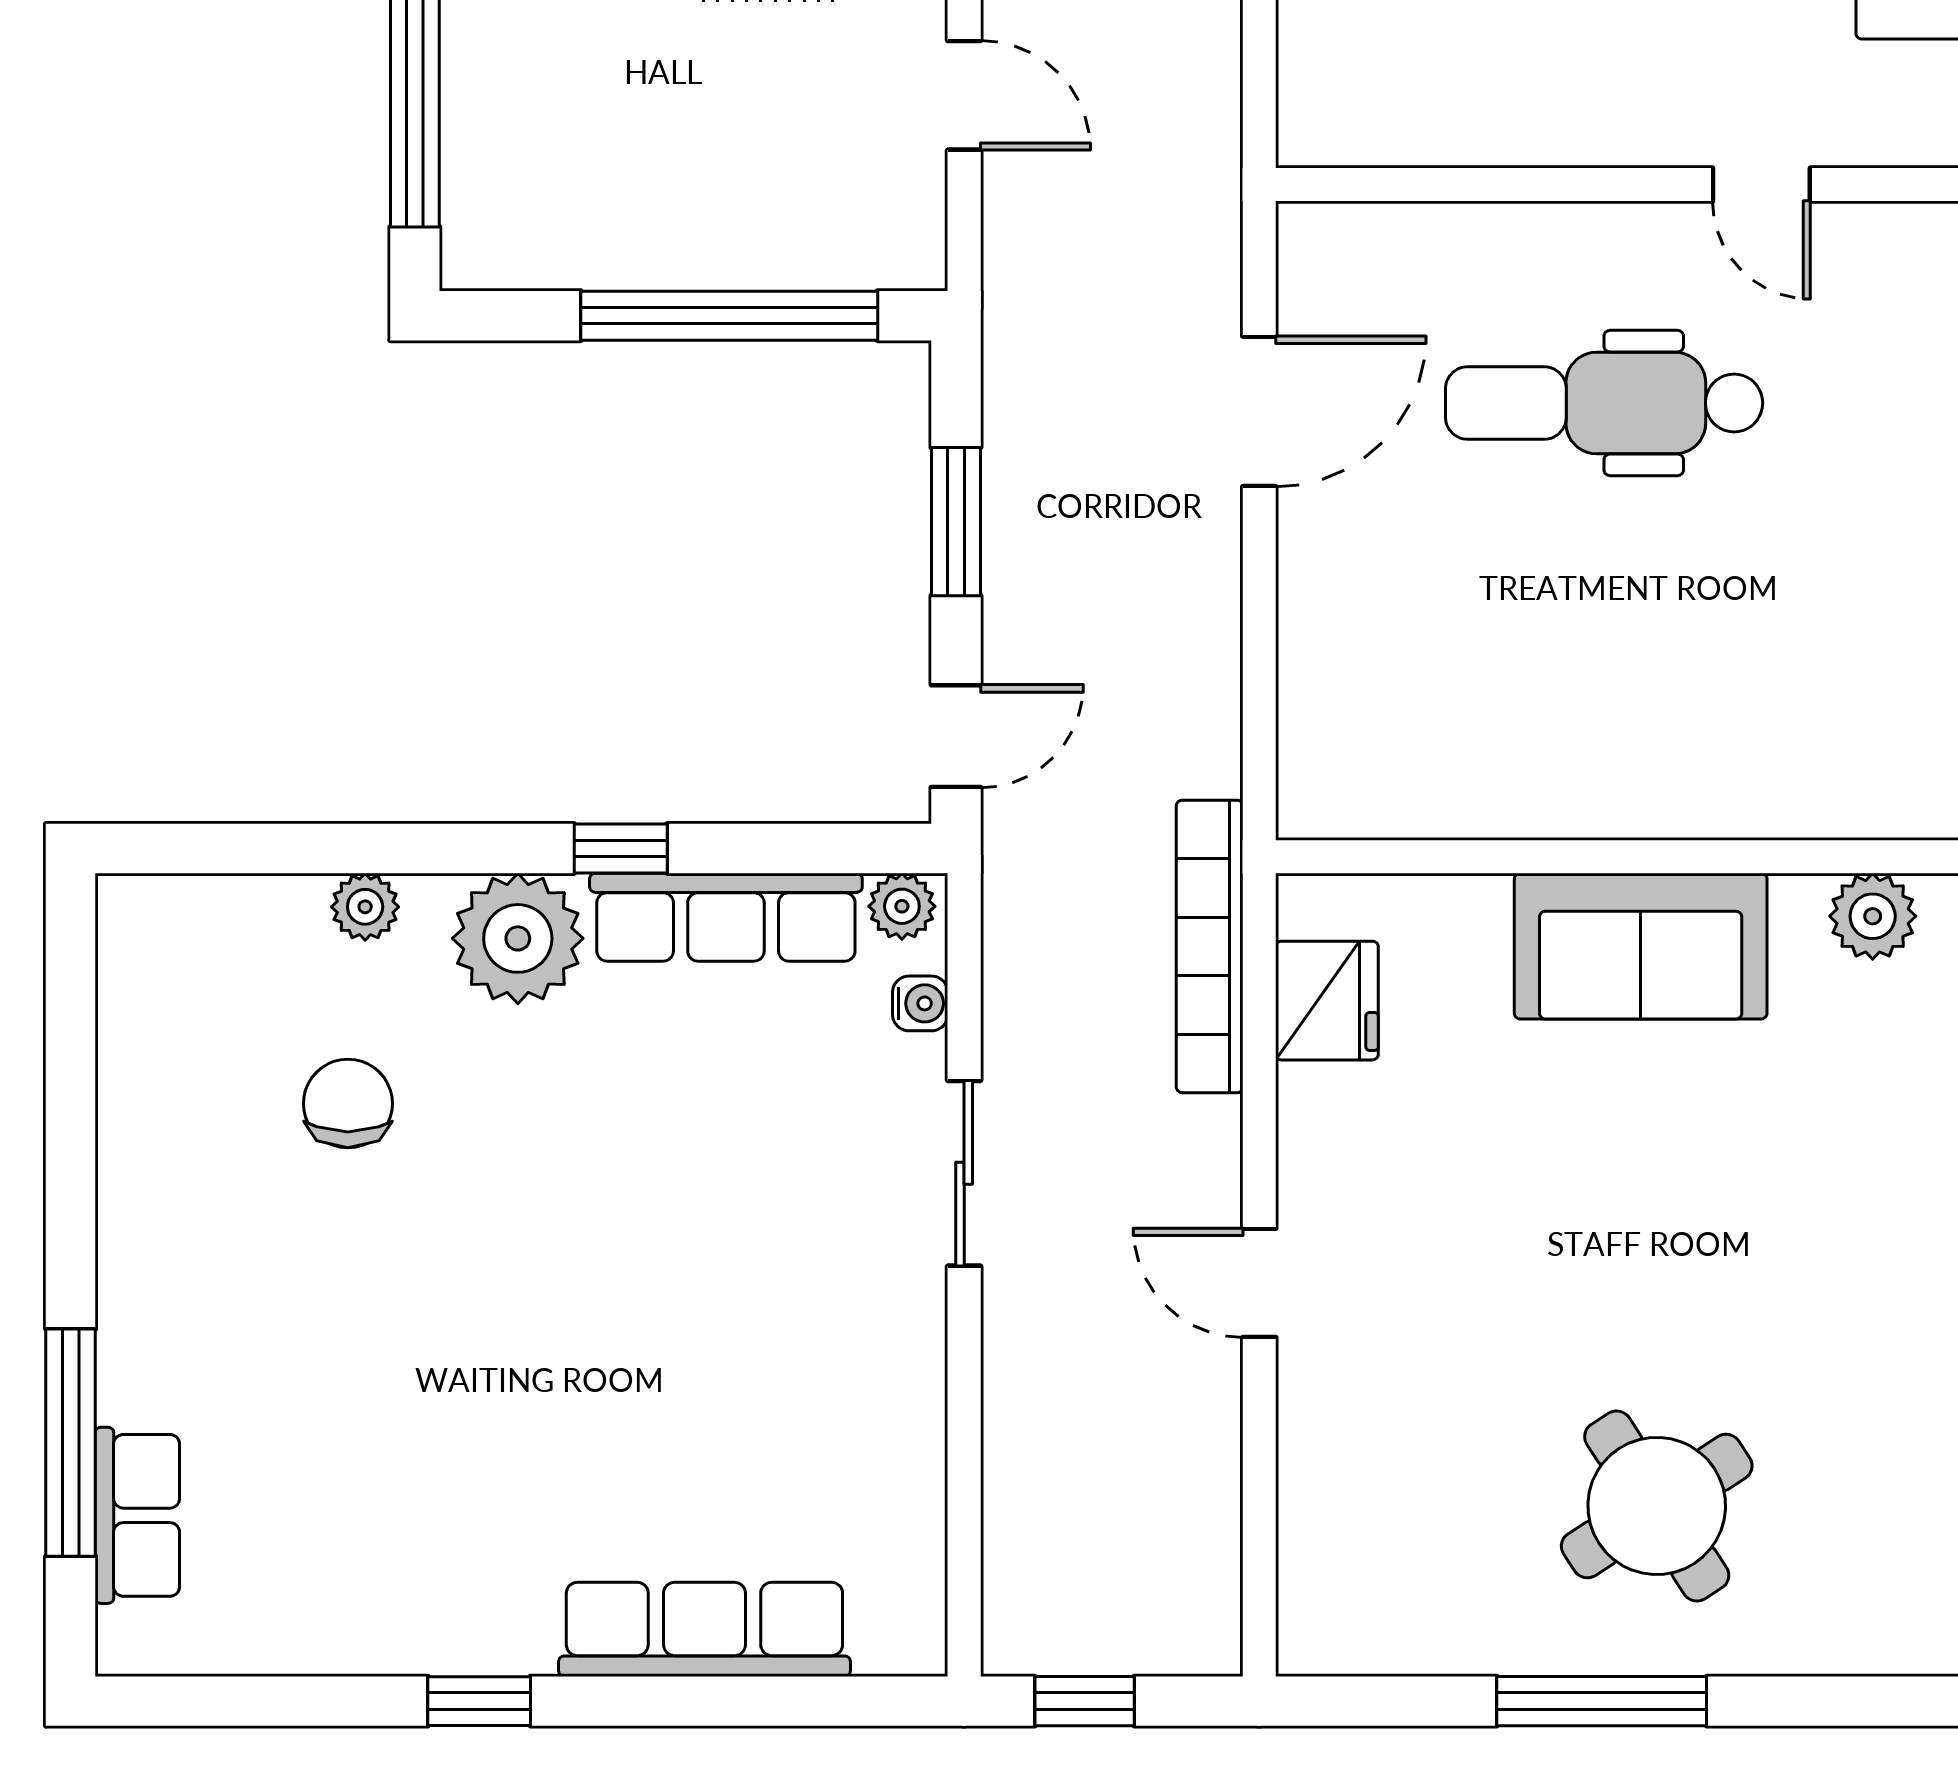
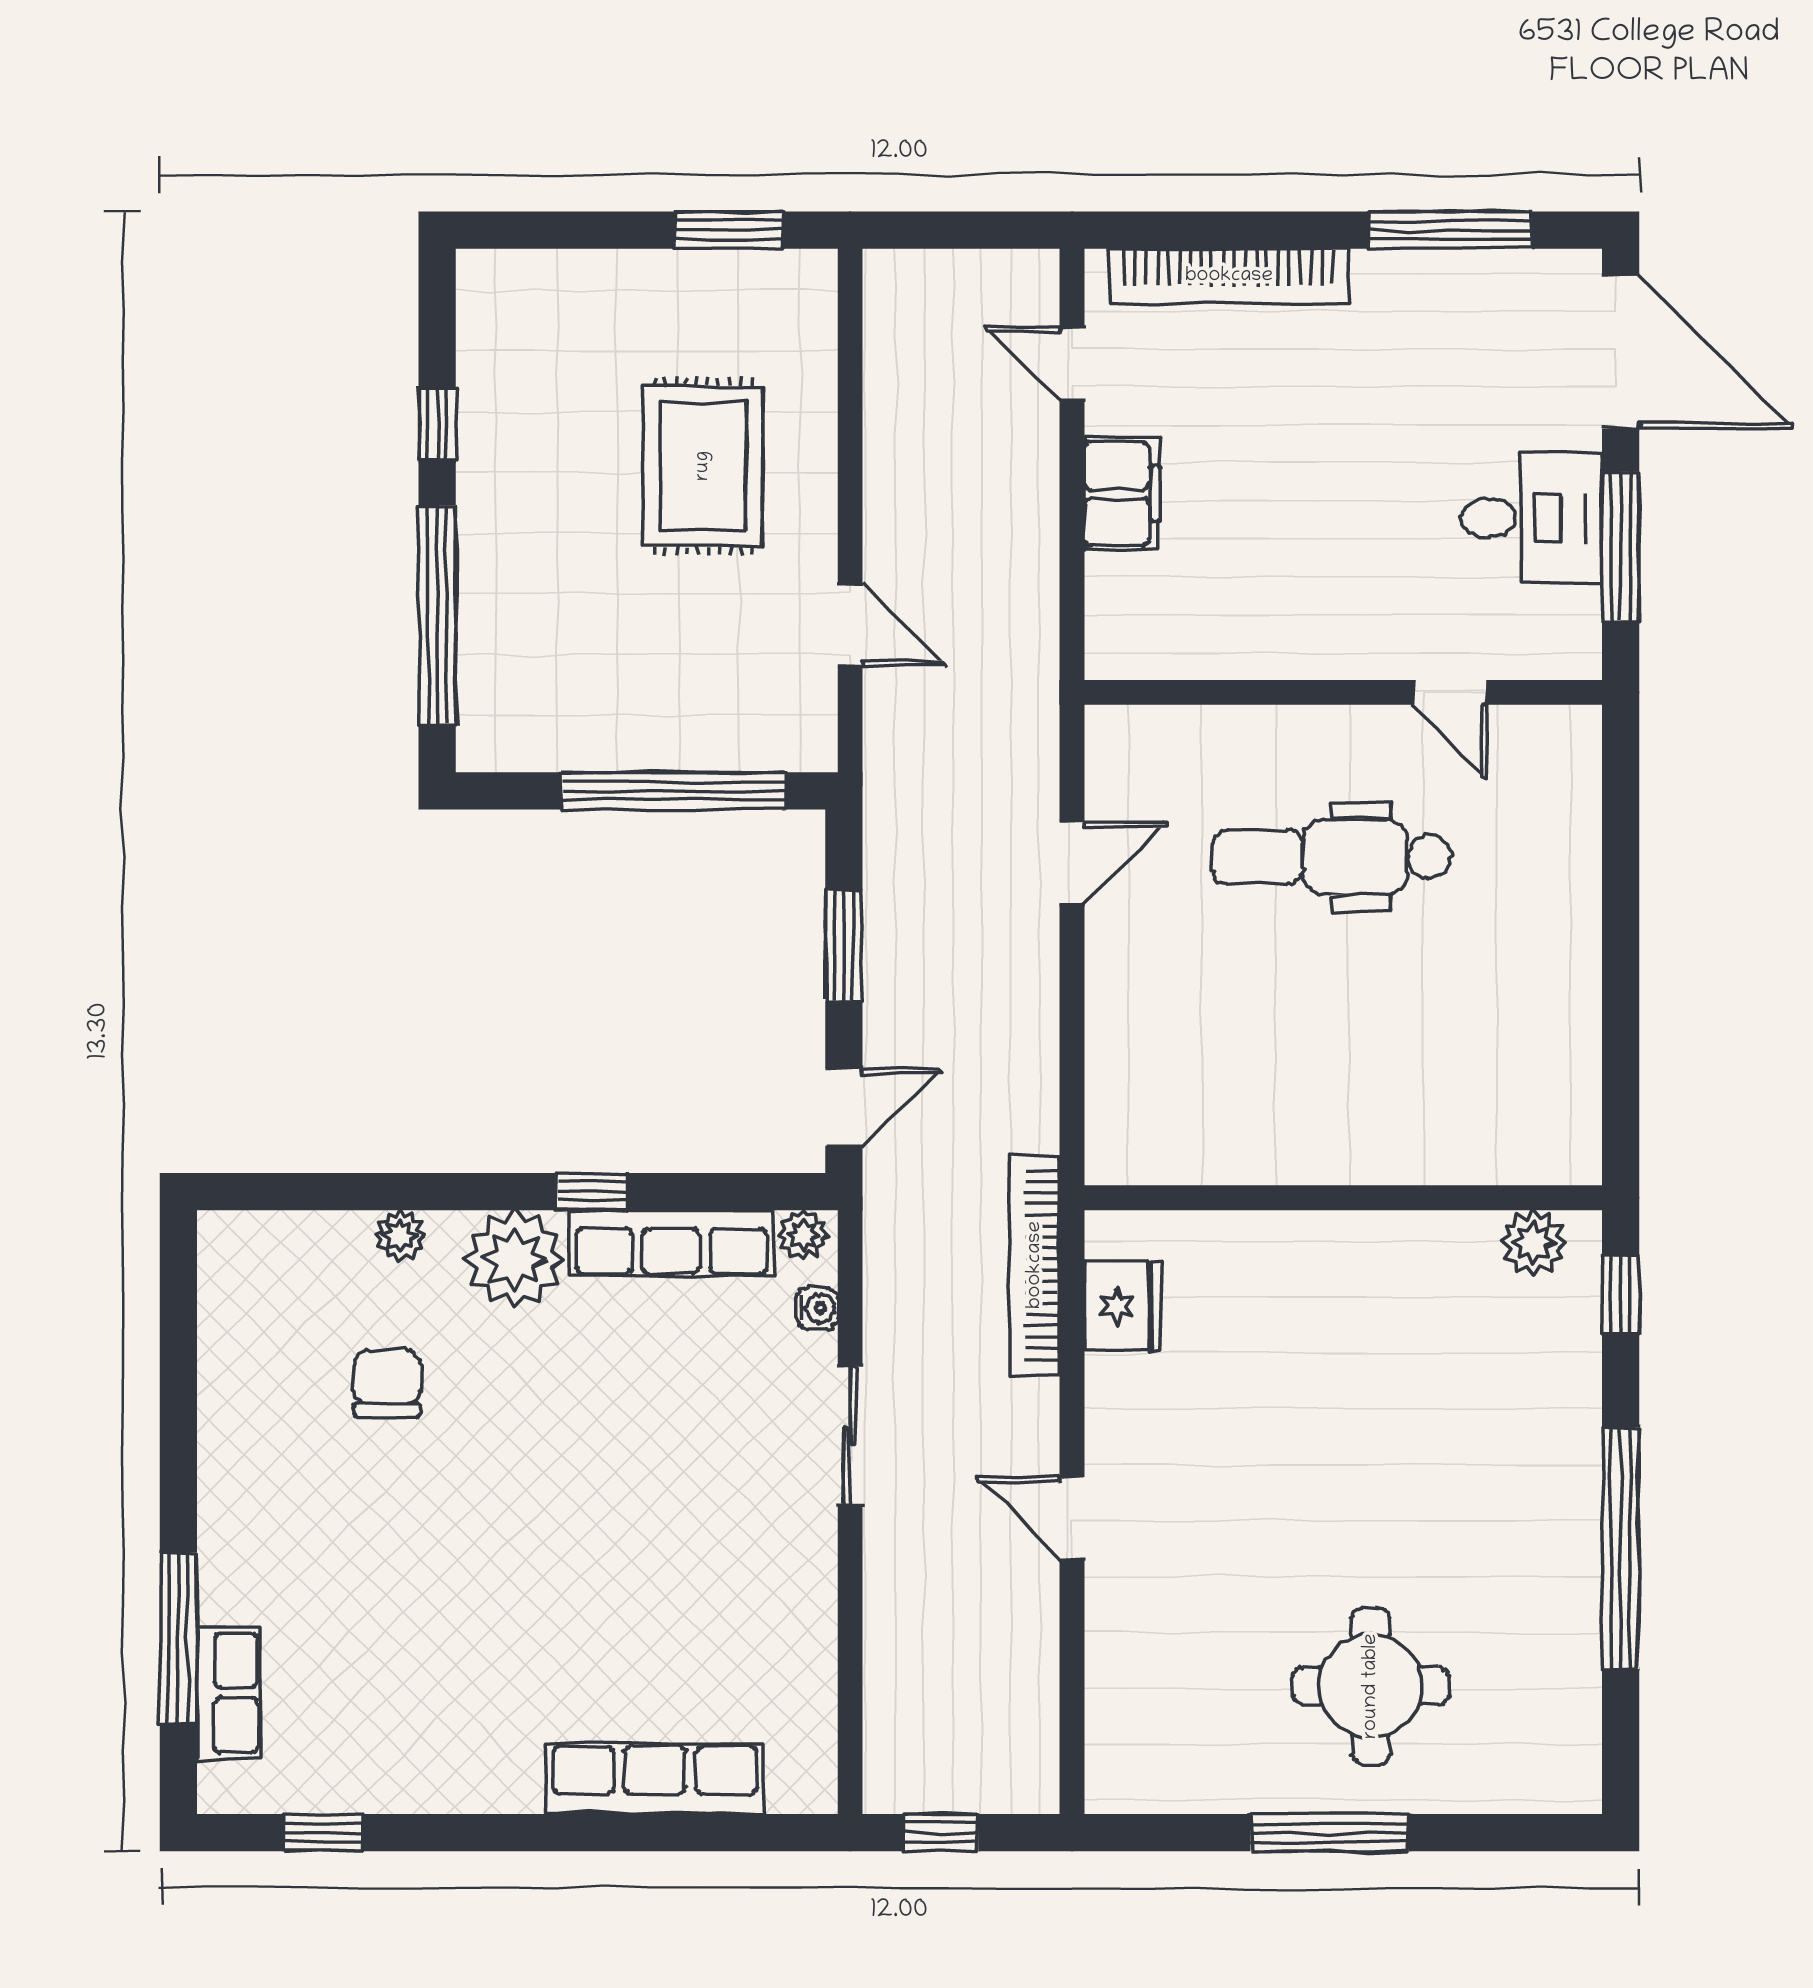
door: (1259, 411) -> (1072, 863), width x0.73
sofa: (1641, 946) -> (1359, 1265), removed
round table: (1657, 1506) -> (1371, 1686), turned 33
window: (479, 1701) -> (323, 1833), moved

